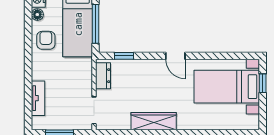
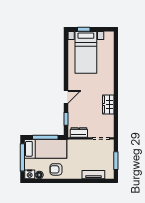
door: (175, 56) -> (66, 97), moved
wardrobe: (154, 121) -> (108, 105), width x0.67

